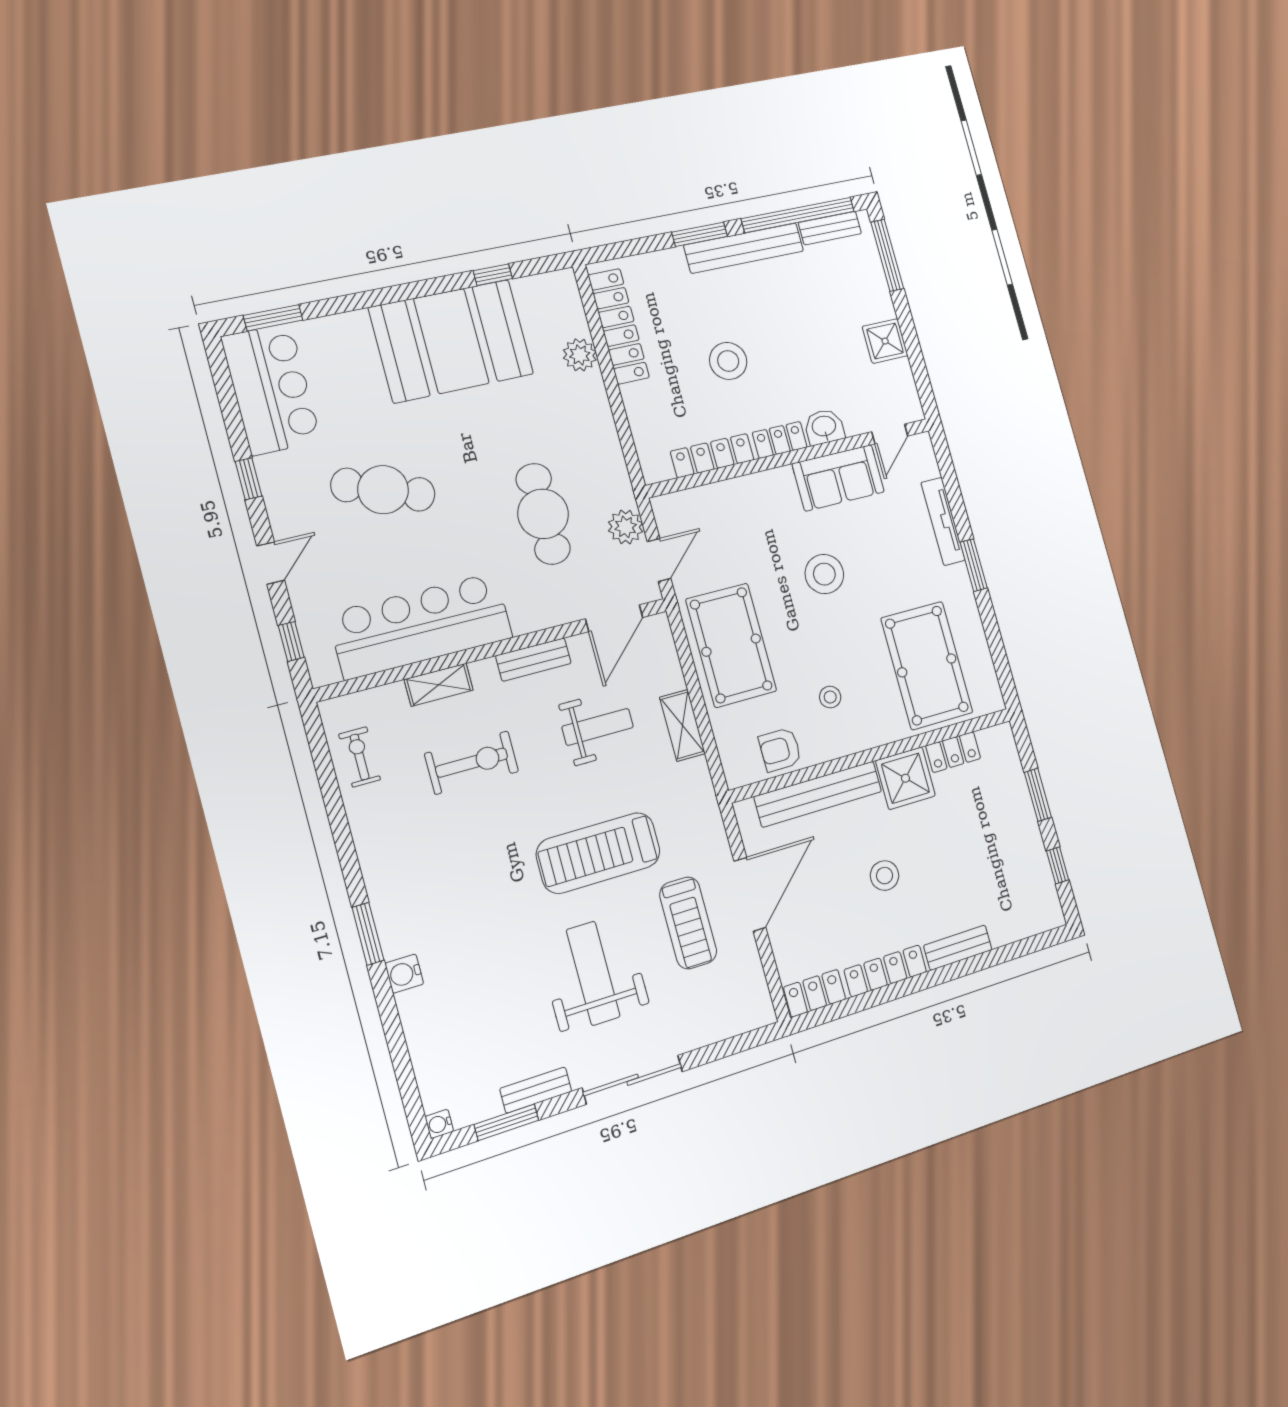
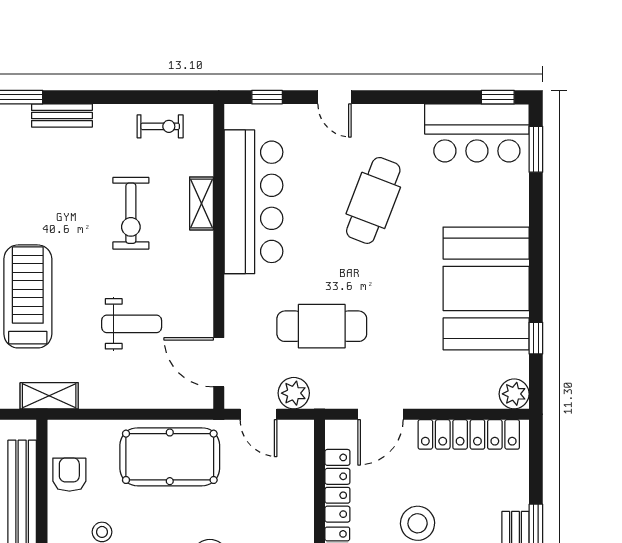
plant: (580, 355) -> (514, 394), moved
door: (623, 427) -> (381, 414), added
window: (248, 479) -> (498, 97), moved
bench: (533, 660) -> (62, 116), moved, turned 90
shelving: (682, 725) -> (49, 396), moved
weight bench: (598, 727) -> (132, 324), turned -90

